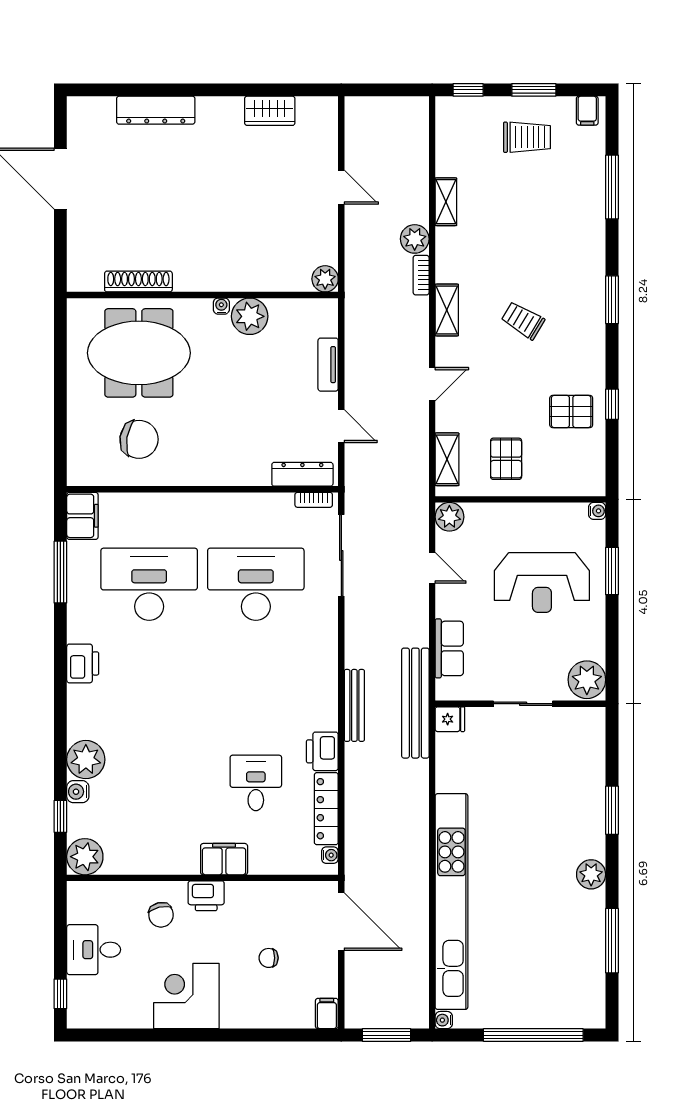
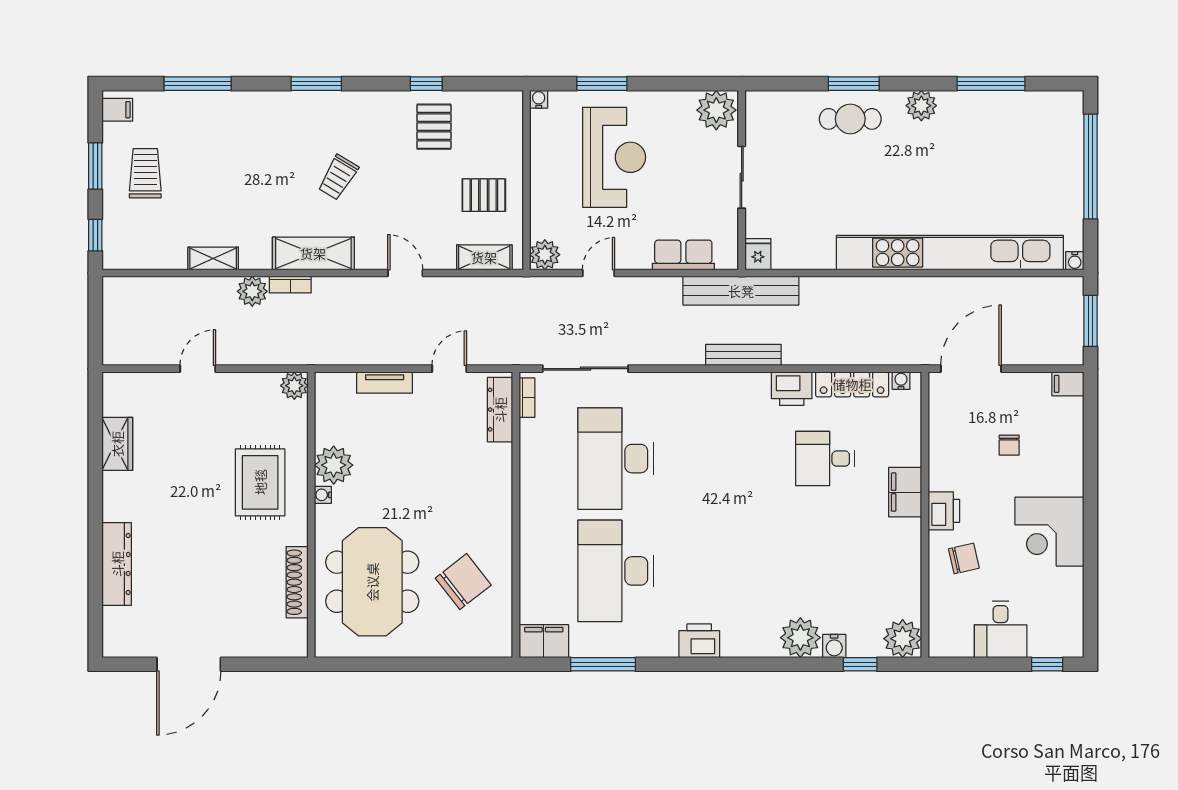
rug: (233, 246) -> (260, 482), added
shelving: (447, 310) -> (313, 253), width x1.50, depth x1.33
chair: (139, 439) -> (463, 582), turned 43
cafe table: (578, 807) -> (850, 119), added

